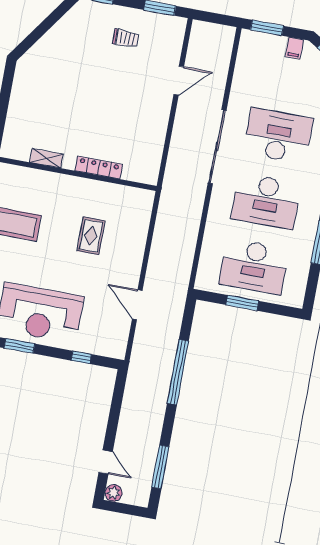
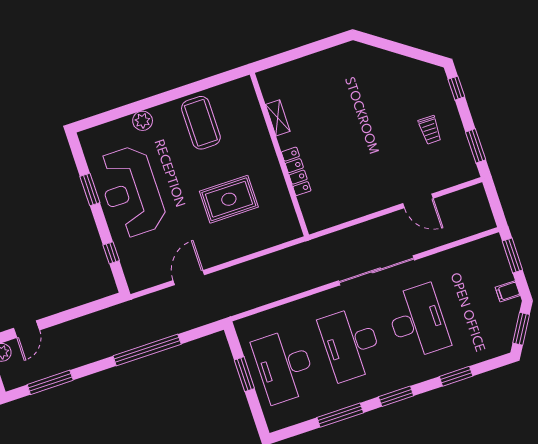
rug: (91, 236) -> (229, 199), width x1.36, depth x1.43

